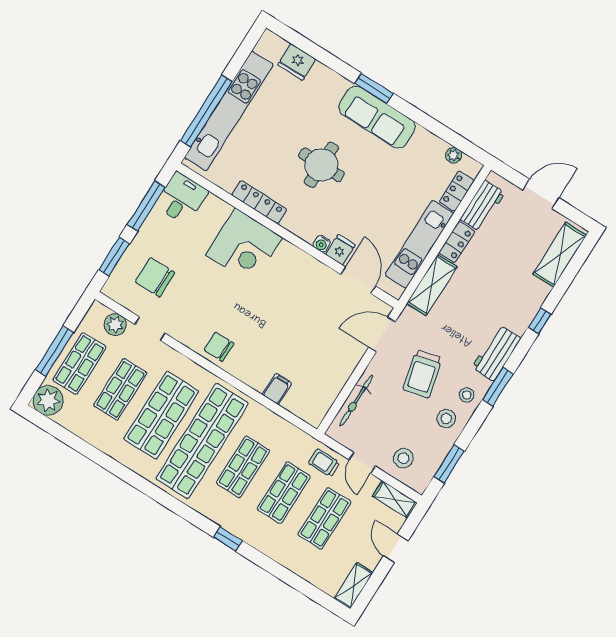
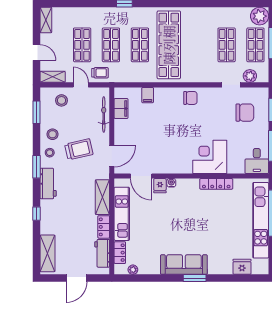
round table: (321, 165) -> (197, 223), removed
trolley: (423, 374) -> (79, 149), turned 91
filing cabinet: (326, 394) -> (121, 108), added
shop shelf: (161, 415) -> (198, 45), removed

